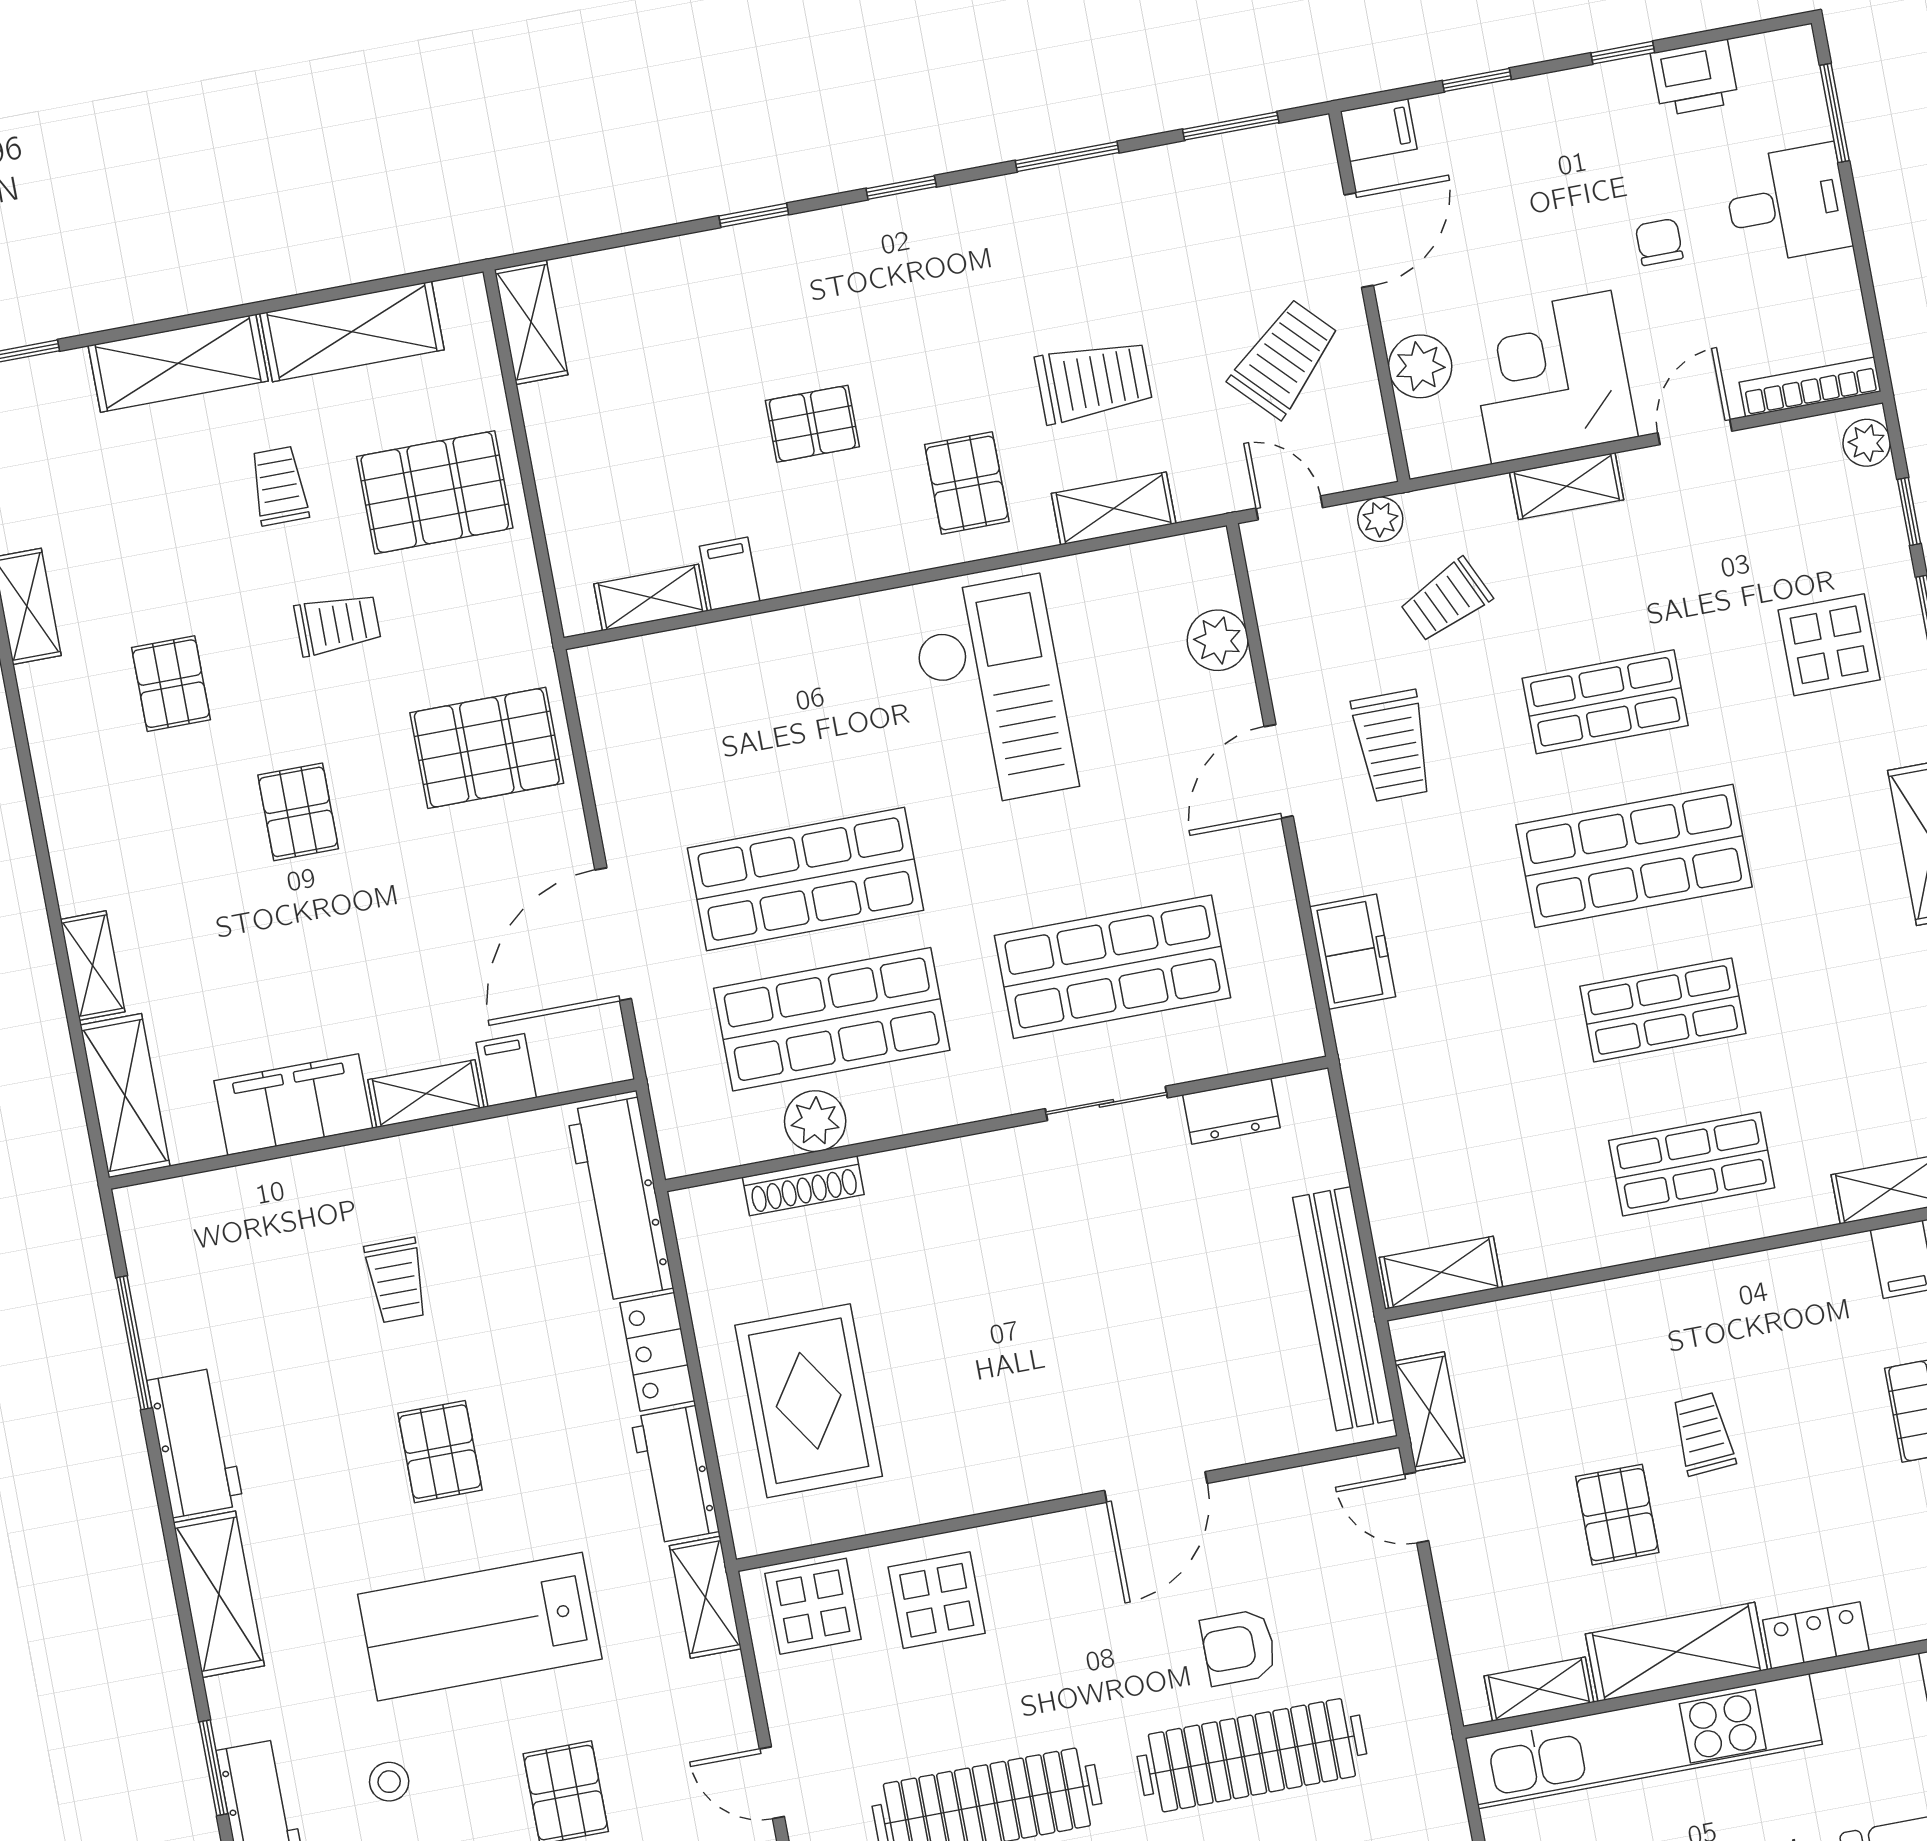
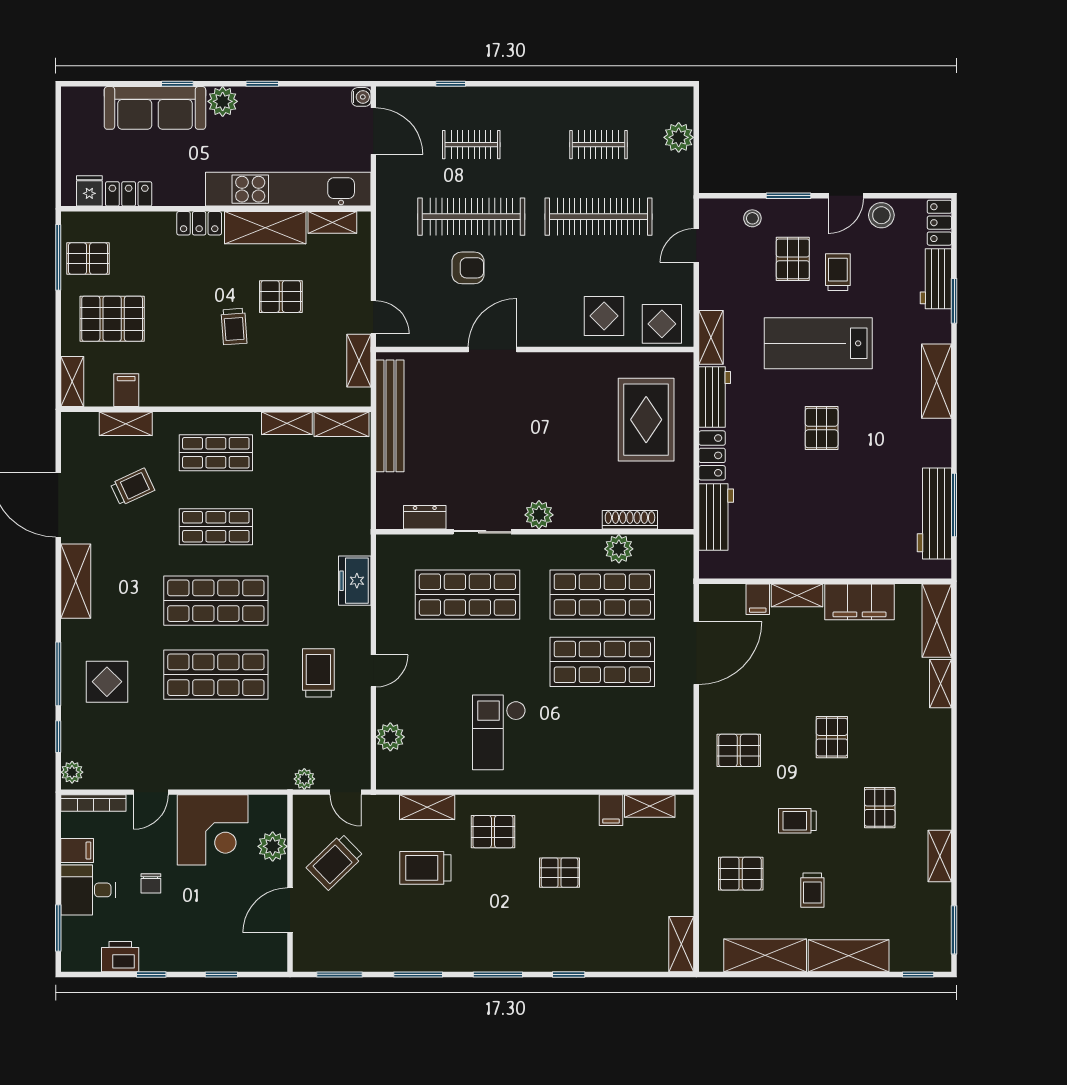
filing cabinet: (1379, 130) -> (77, 851), moved, turned 180
window: (901, 188) -> (498, 974), width x1.50
pallet: (967, 483) -> (493, 832), turned 90
shelving: (1567, 486) -> (287, 423), moved
pallet: (435, 492) -> (741, 874), width x0.67, depth x0.71
trolley: (1446, 600) -> (132, 487), moved
checkout: (993, 692) -> (499, 732), width x0.73, depth x0.83
shop shelf: (1605, 702) -> (216, 675), width x1.43, depth x1.36
pallet: (487, 748) -> (739, 750), width x0.67, depth x0.71
door: (1279, 771) -> (373, 671), width x0.73
plant: (995, 1161) -> (539, 515), added
workbench: (620, 1199) -> (716, 517), width x0.73
trolley: (396, 1280) -> (838, 272), moved
workbench: (195, 1443) -> (934, 513), moved, width x1.38
pallet: (1617, 1515) -> (281, 297), turned 90
lab bench: (480, 1627) -> (818, 343), turned 180
stool: (389, 1782) -> (874, 279), removed
door: (772, 1783) -> (696, 246), swing flipped

